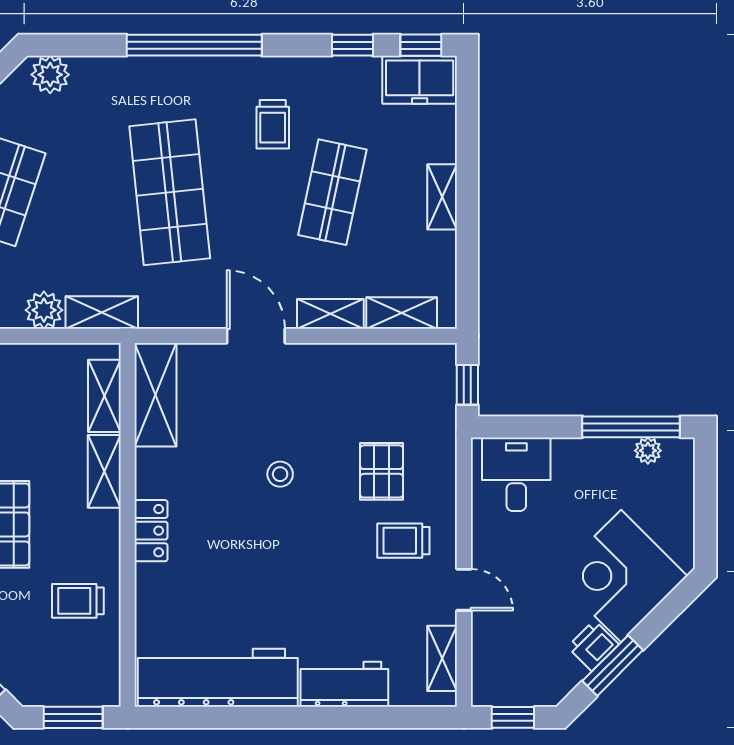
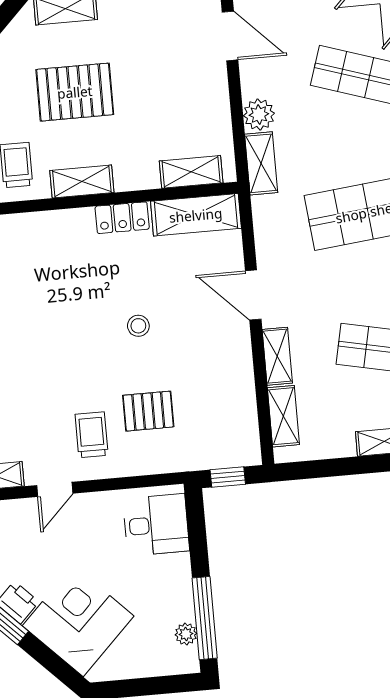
door: (256, 336) -> (253, 295), swing flipped
shelving: (104, 471) -> (82, 182), moved
locker: (151, 531) -> (122, 218), moved

